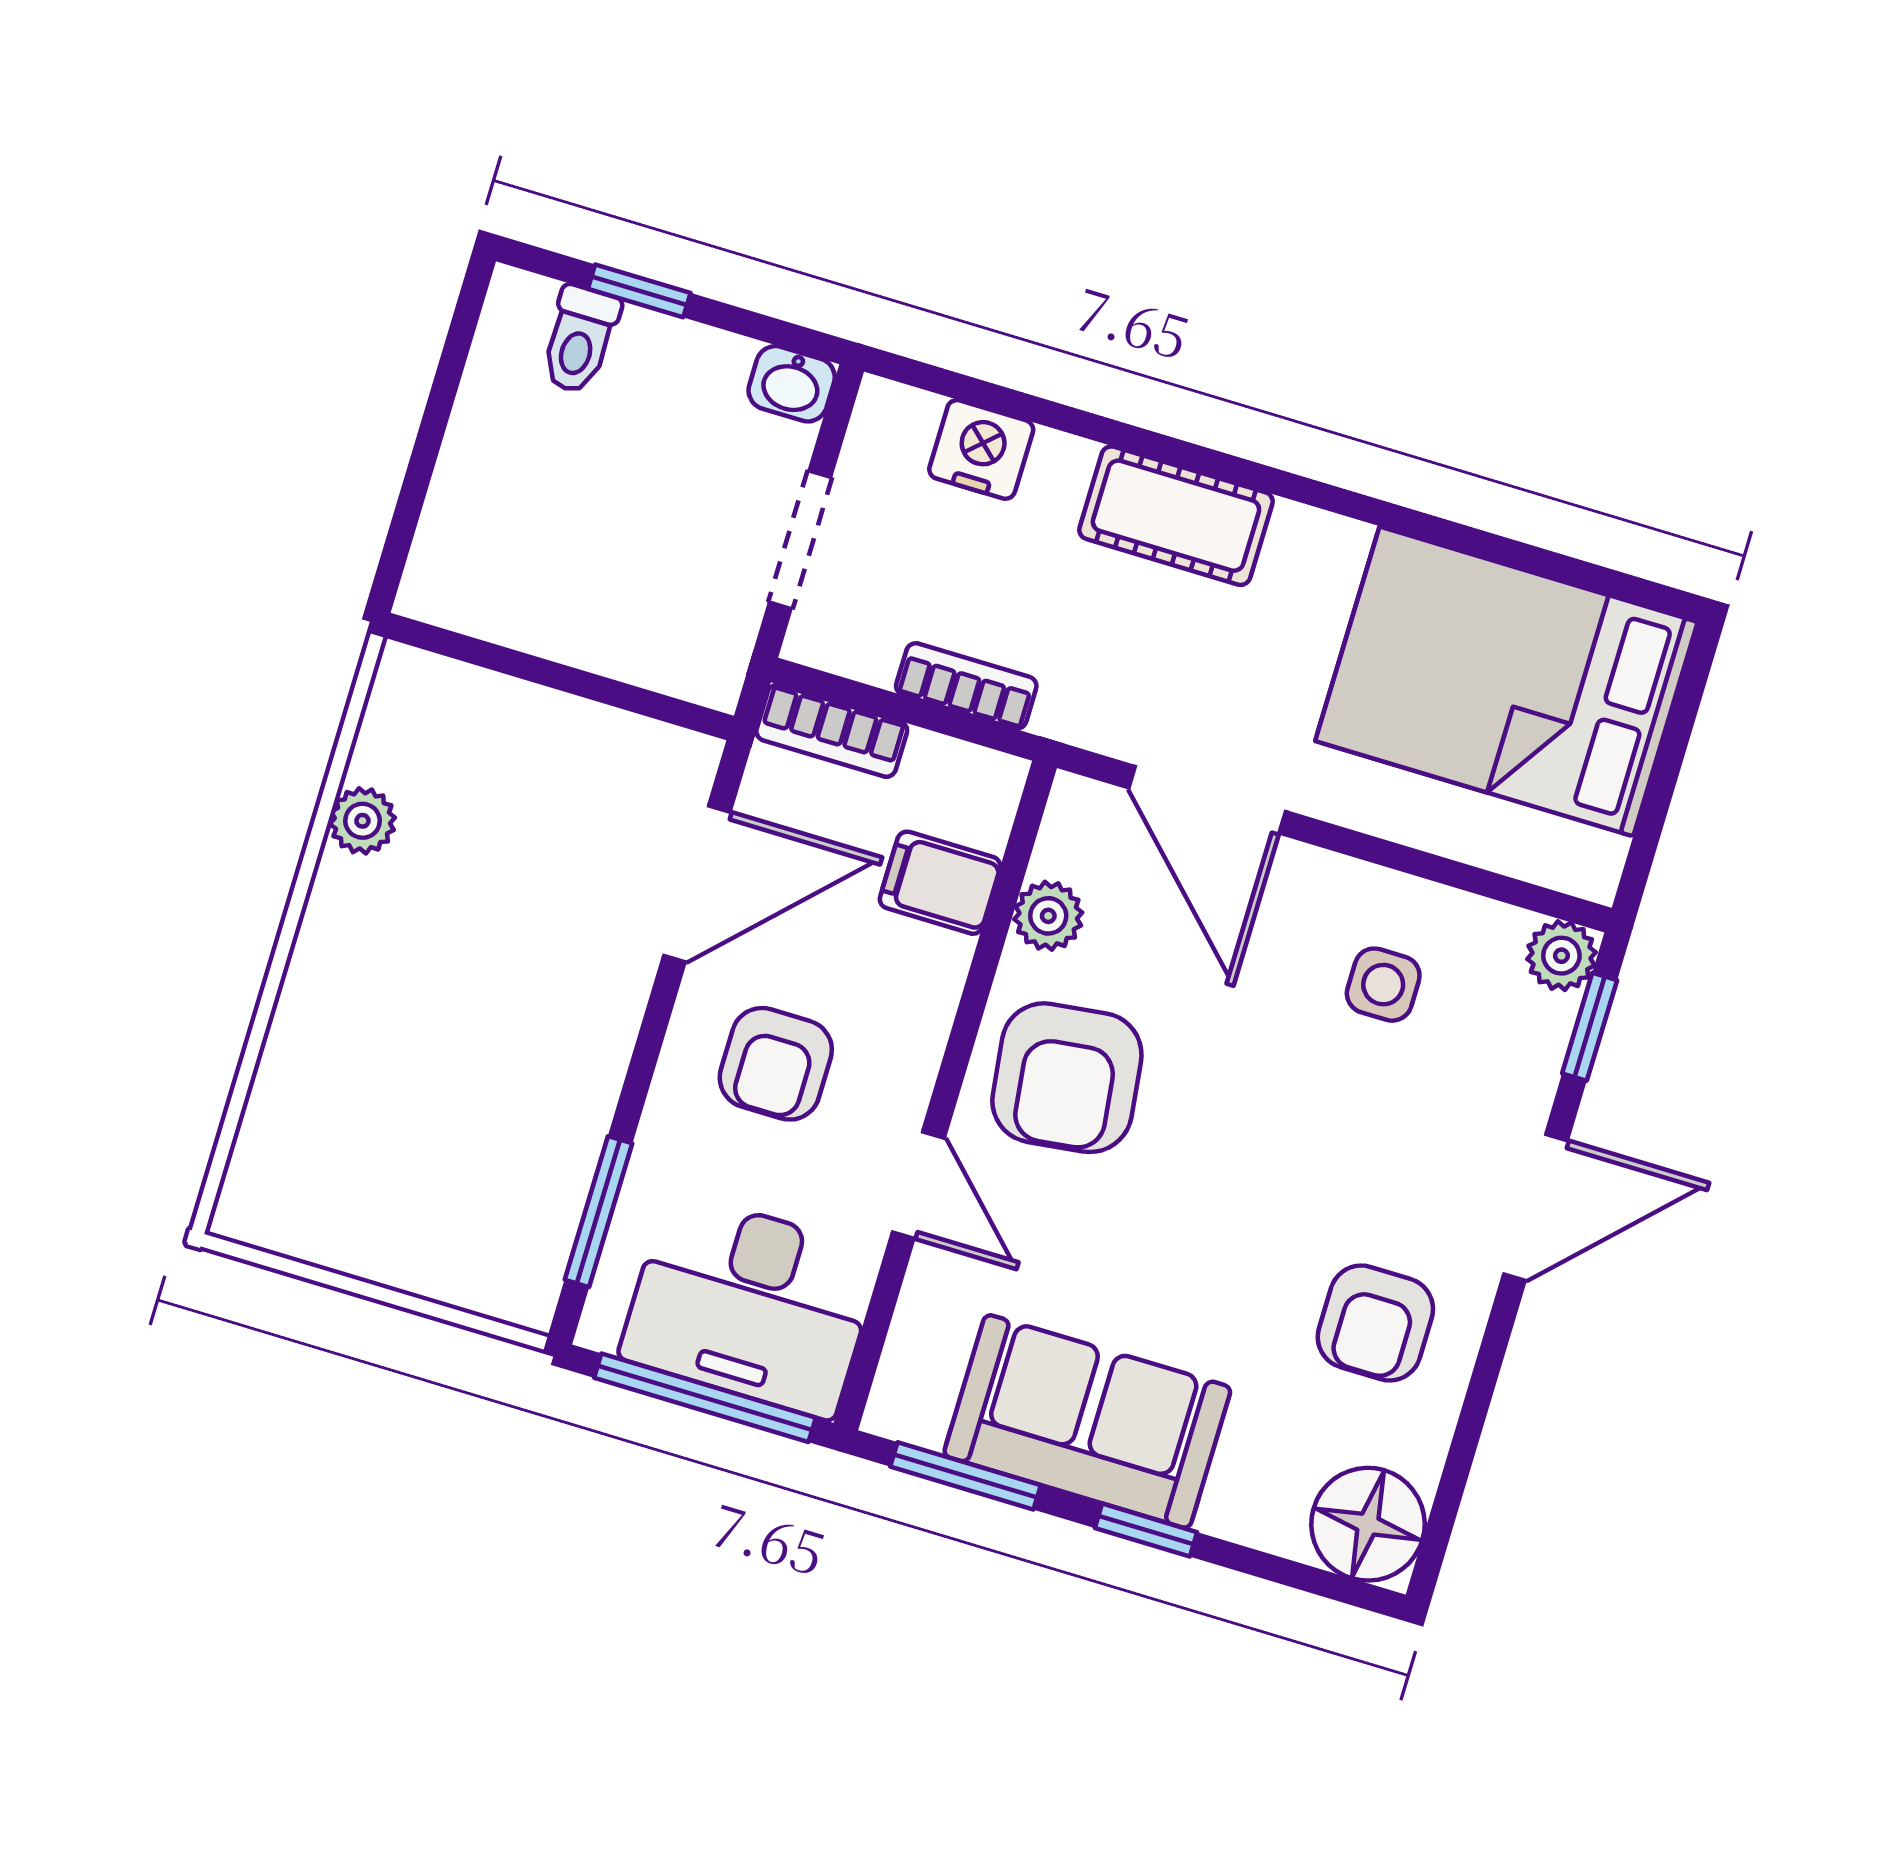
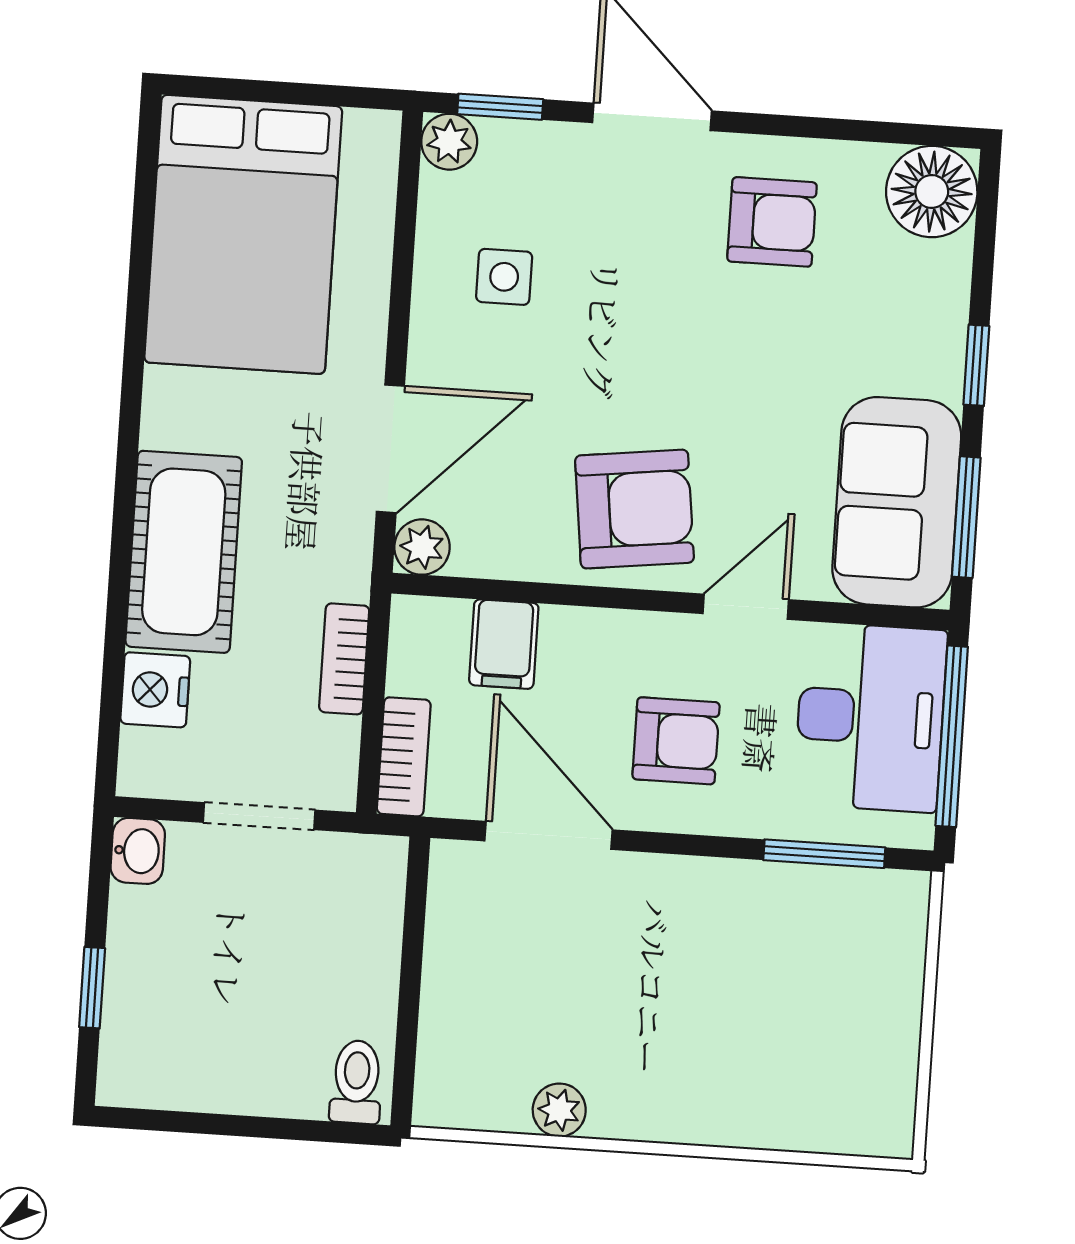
toilet: (580, 340) -> (356, 1082), moved, turned -90
cot: (1176, 516) -> (184, 552), width x1.37, depth x1.34
plant: (1048, 916) -> (422, 547), moved
sofa: (1087, 1421) -> (897, 502), moved

